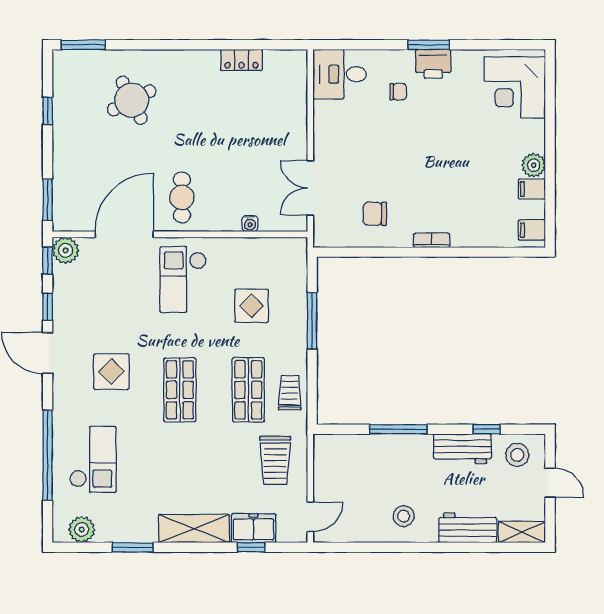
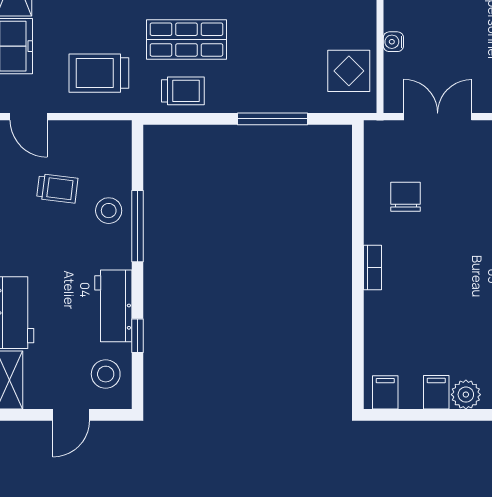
display table: (251, 306) -> (349, 71), moved
trolley: (368, 494) -> (57, 188), added
stool: (404, 516) -> (109, 211), moved

